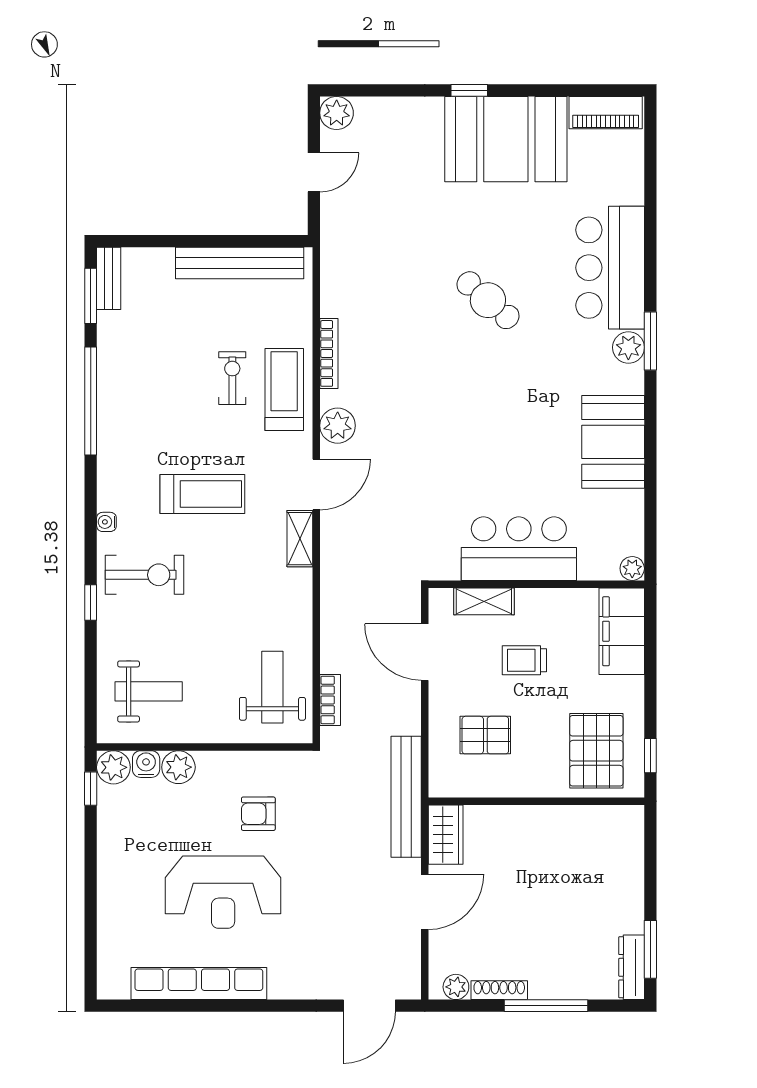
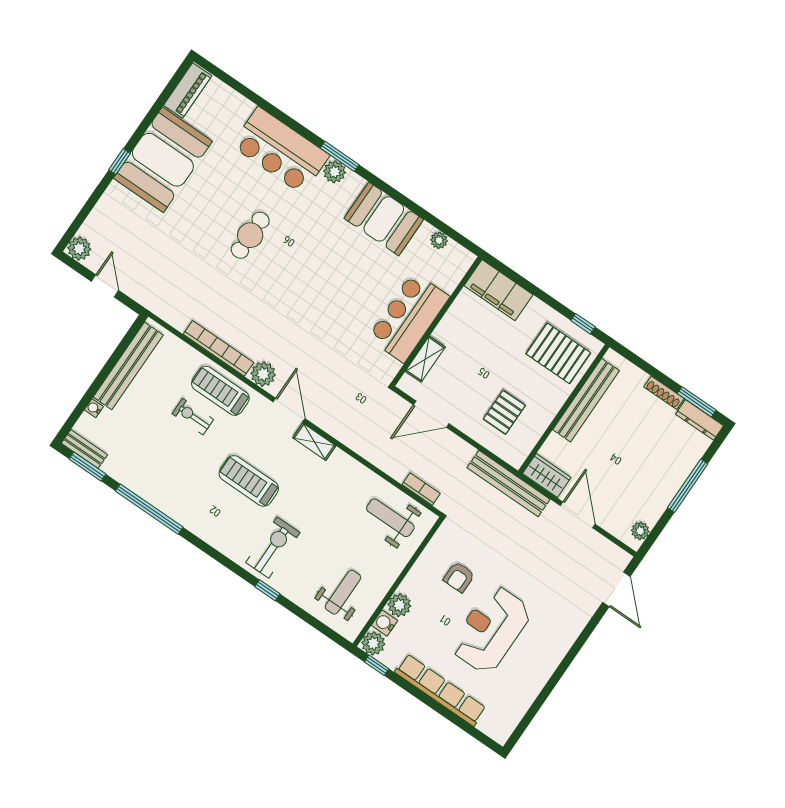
cafe table: (488, 300) -> (250, 235), turned -41
bookcase: (329, 353) -> (218, 348), width x1.48, depth x1.31
treadmill: (202, 494) -> (249, 481), turned -90
water cooler: (106, 522) -> (94, 408), moved, turned 90
plant: (632, 568) -> (439, 240), moved
trolley: (524, 660) -> (476, 359), removed
bench: (564, 820) -> (586, 400), added
reception desk: (223, 892) -> (491, 629), turned 180
row of seats: (199, 984) -> (440, 690), moved, turned 90
shoe rack: (499, 990) -> (664, 393), moved, turned -90

